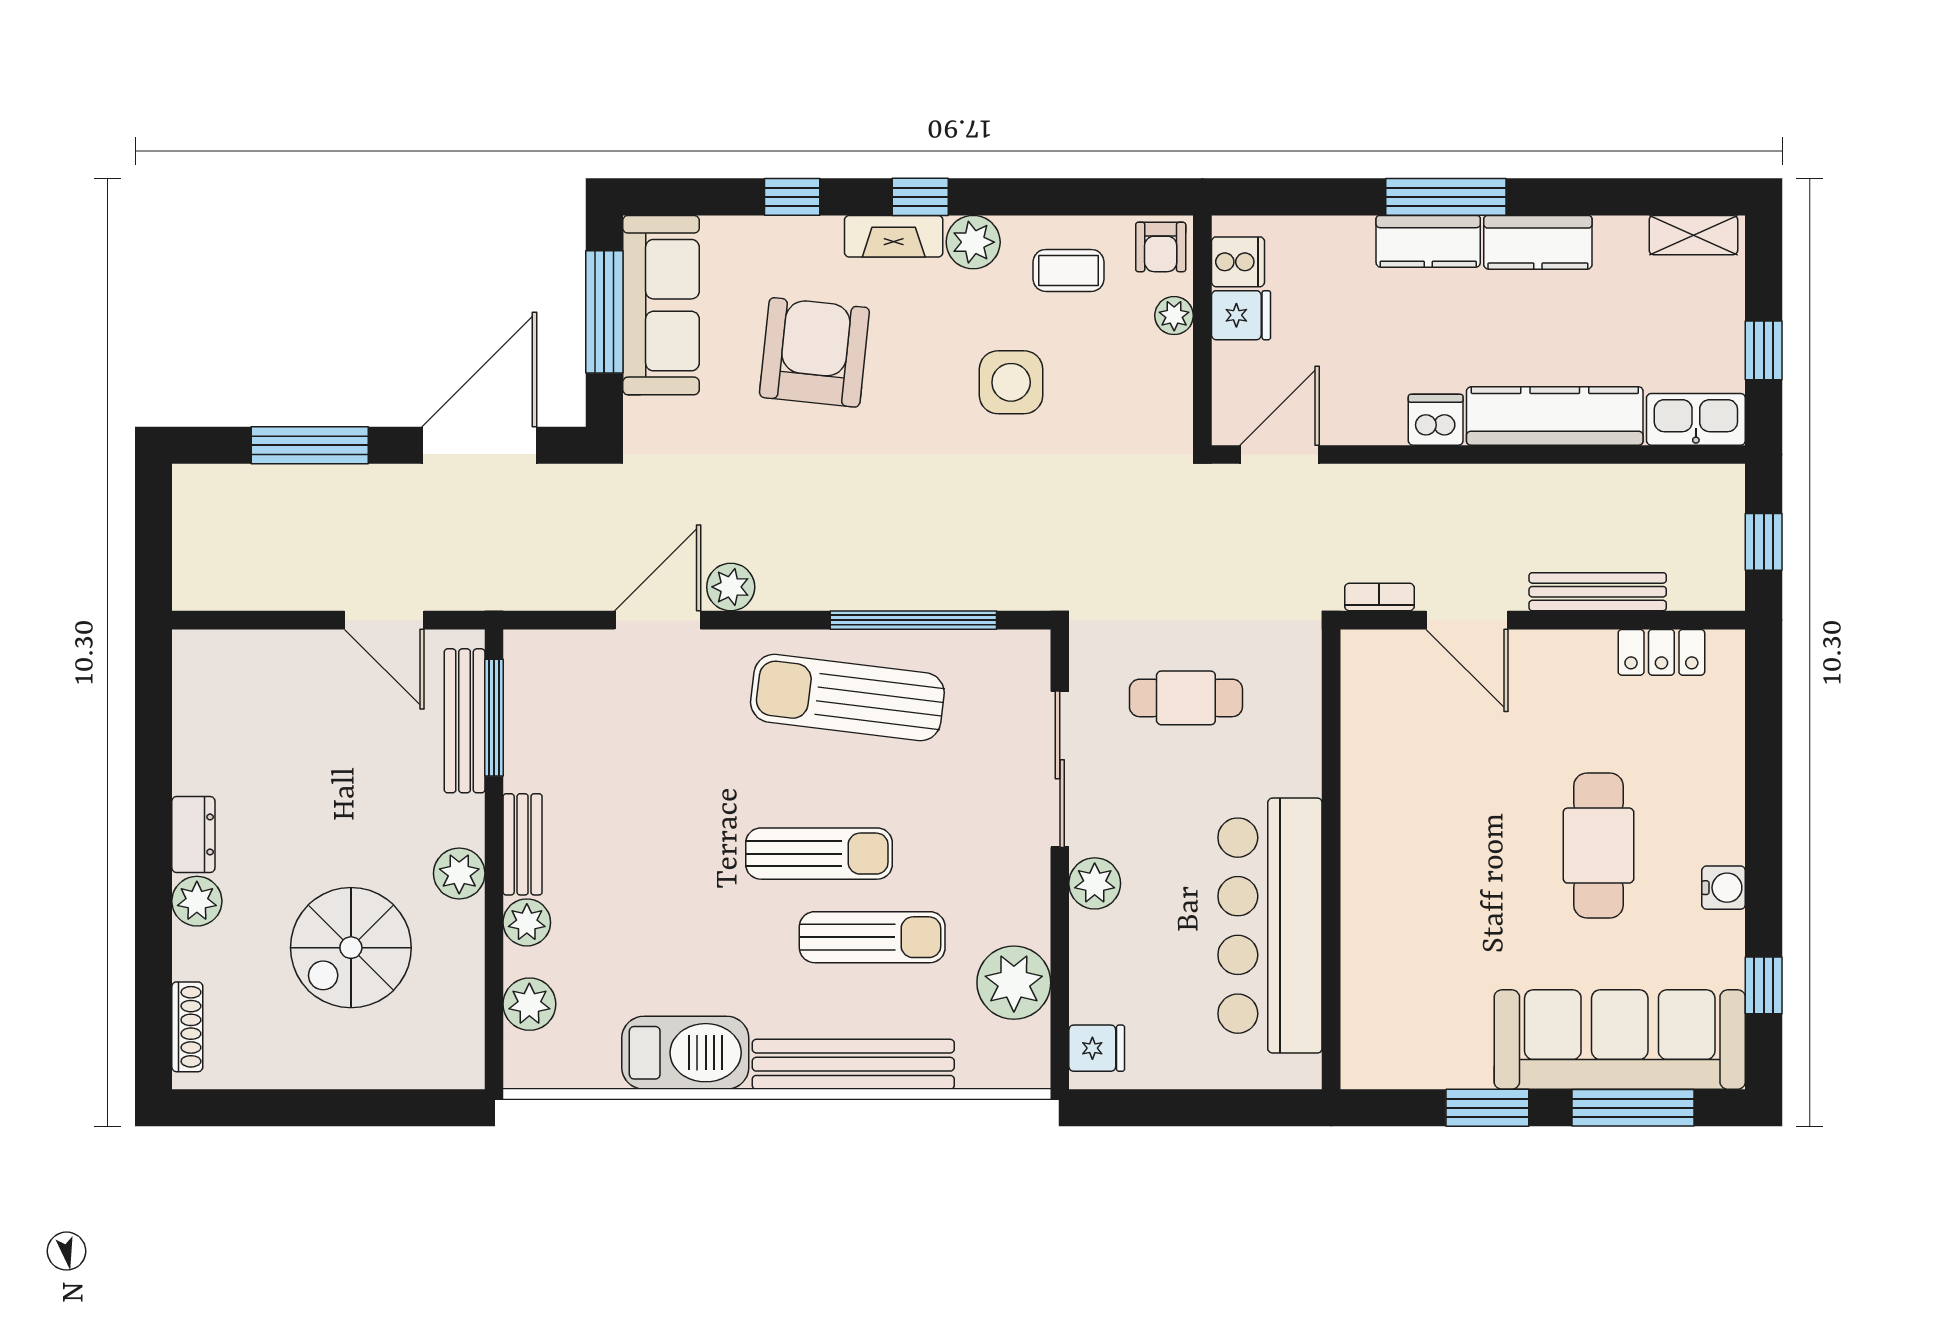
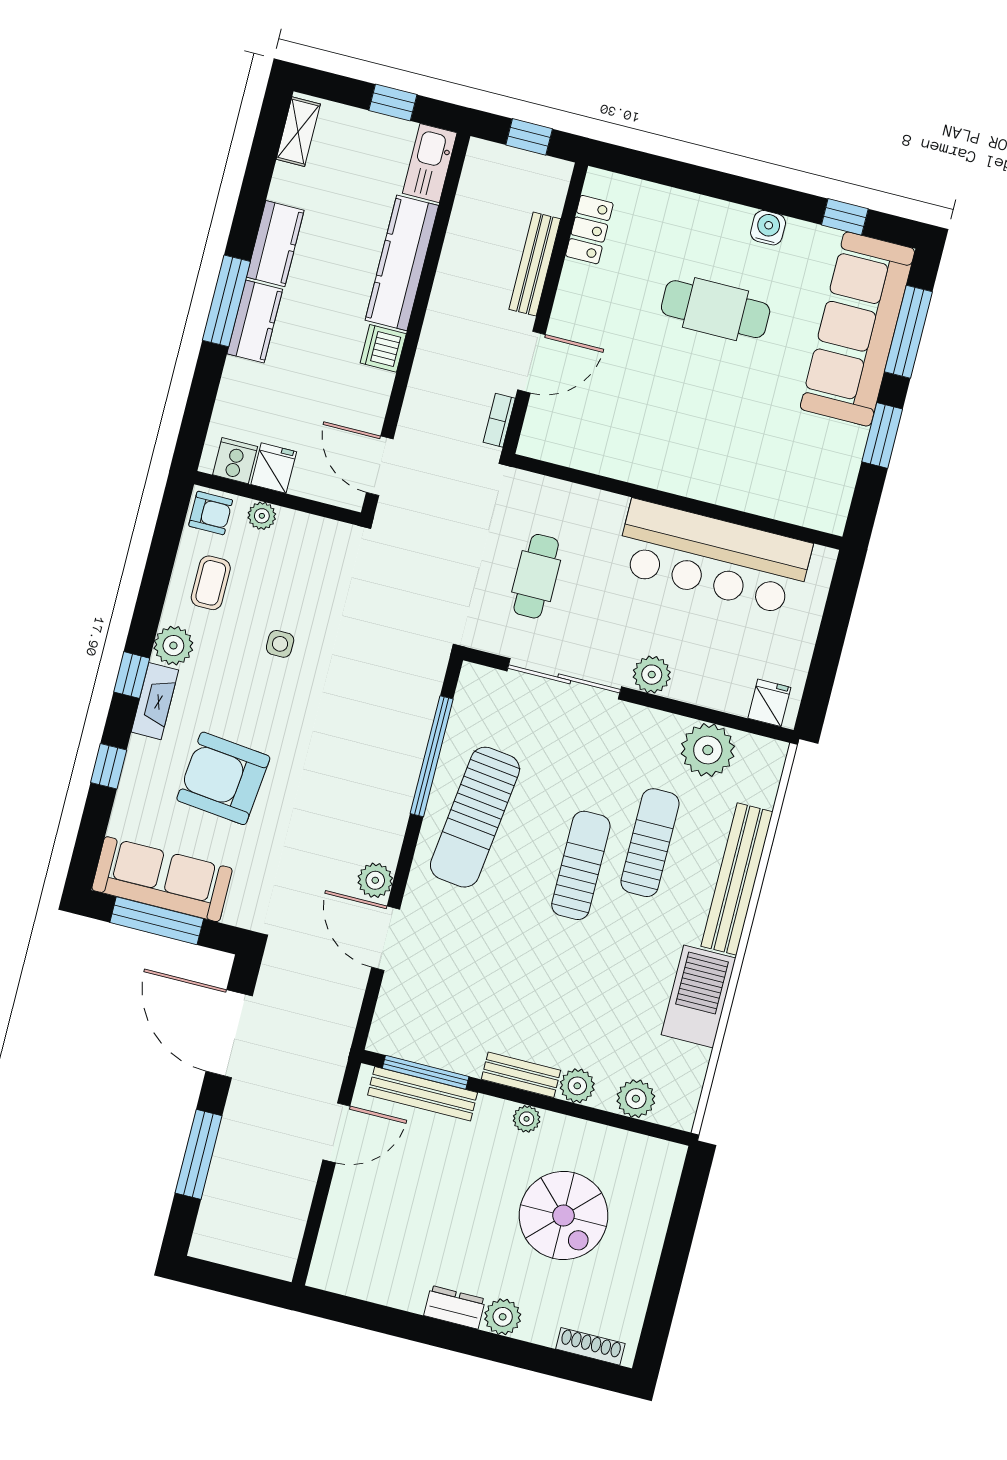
side table: (1011, 382) -> (280, 644), width x0.54, depth x0.54
plant: (459, 873) -> (527, 1119), width x0.73, depth x0.73

